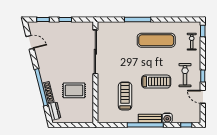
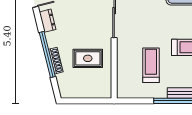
dresser: (54, 111) -> (48, 21), moved

